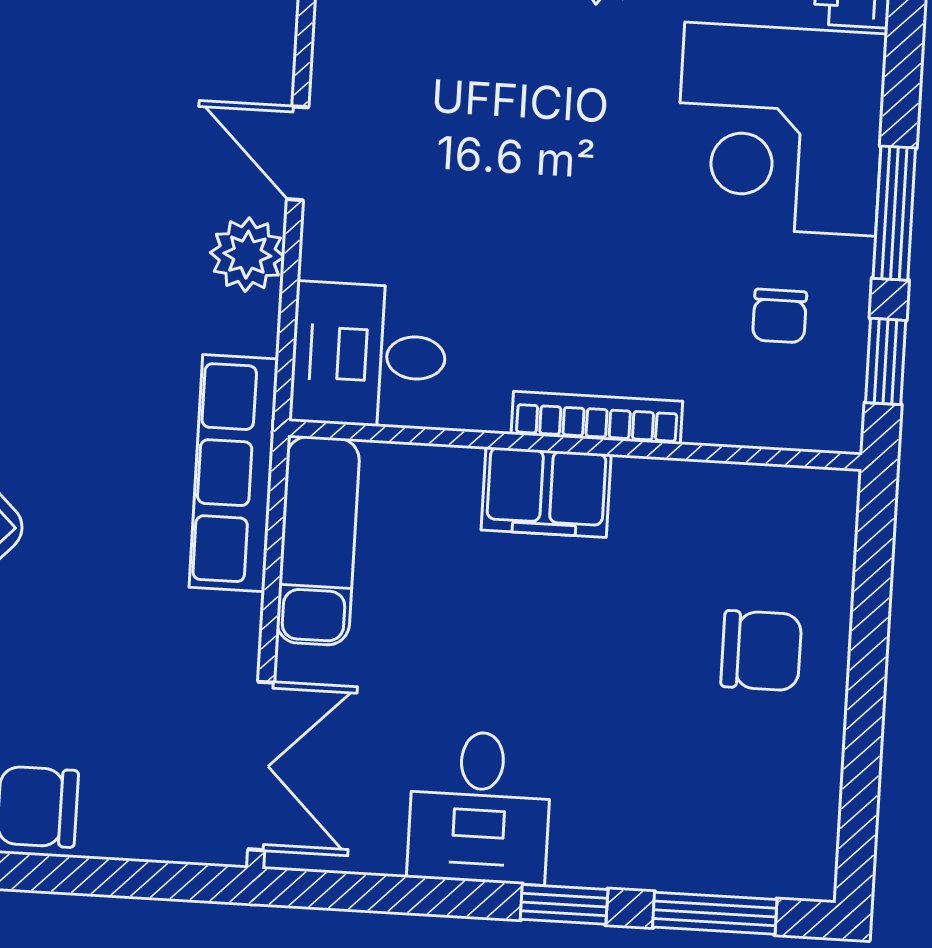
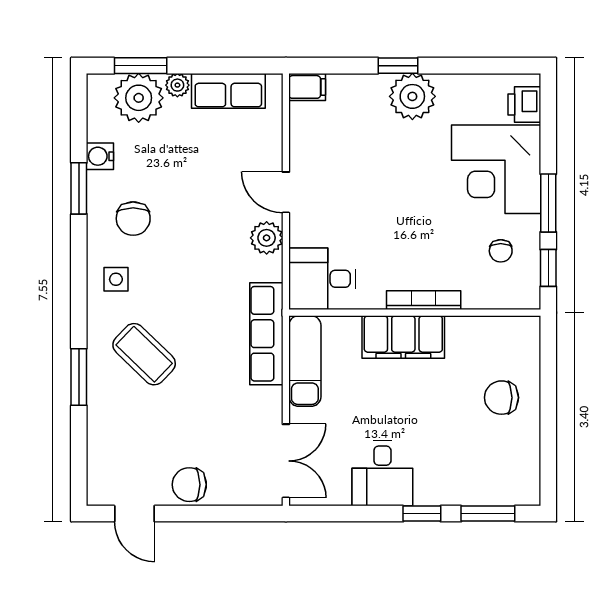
filing cabinet: (546, 492) -> (403, 337), width x1.50, depth x1.17
chair: (761, 651) -> (501, 398), turned 180

